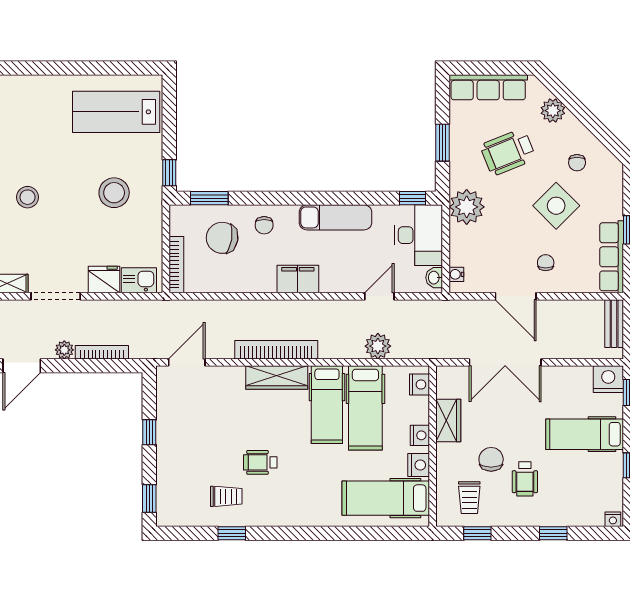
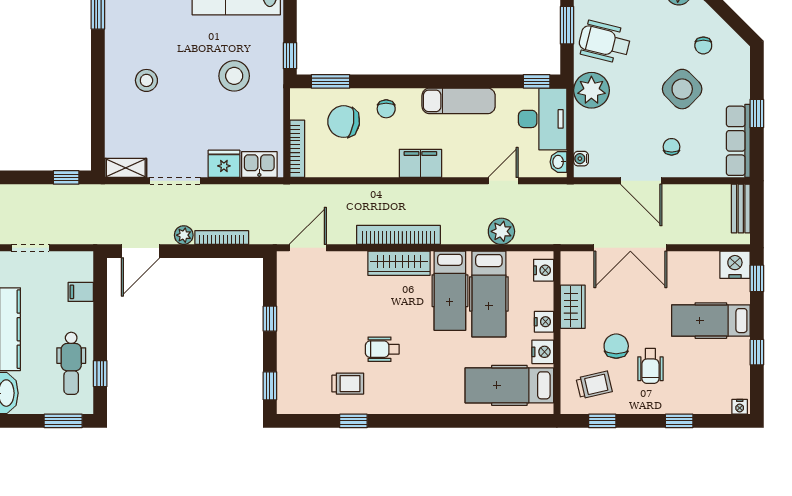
wheelchair: (508, 152) -> (604, 42), moved, turned 36
trolley: (469, 498) -> (594, 385), turned -103

